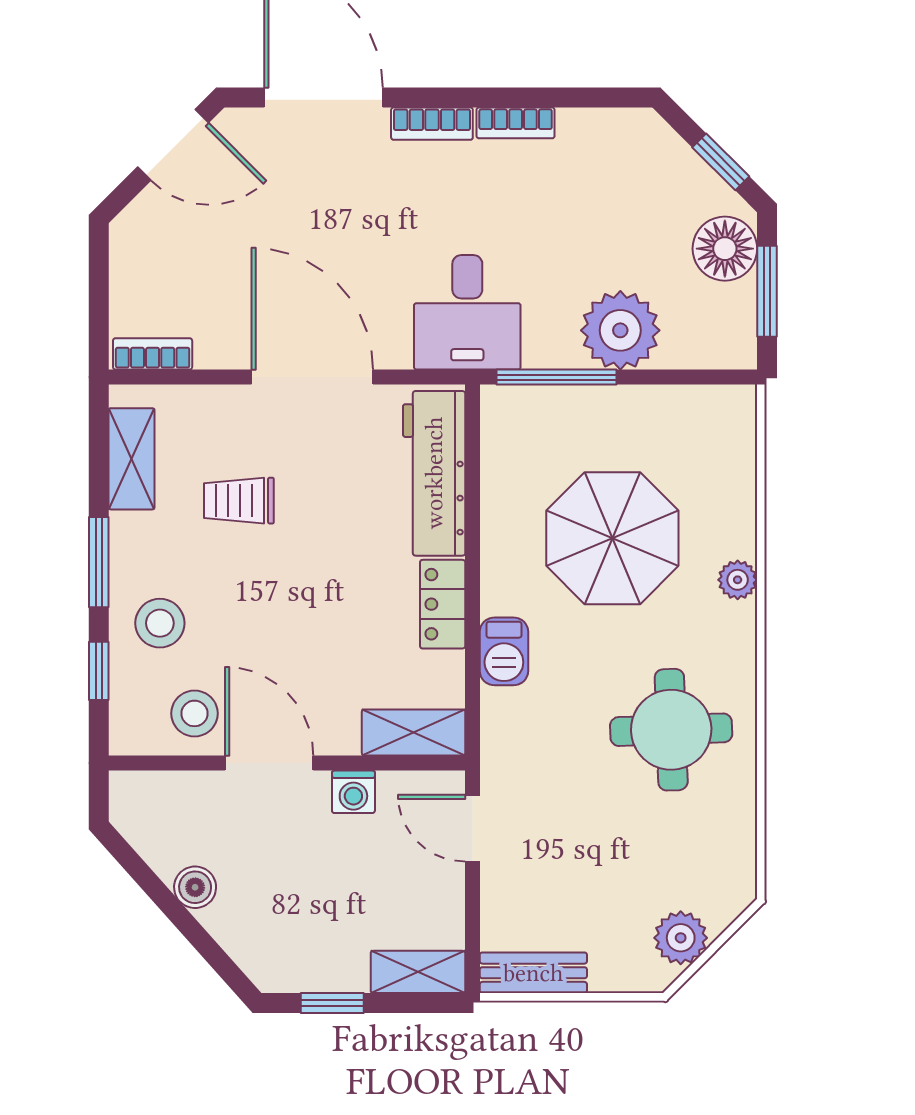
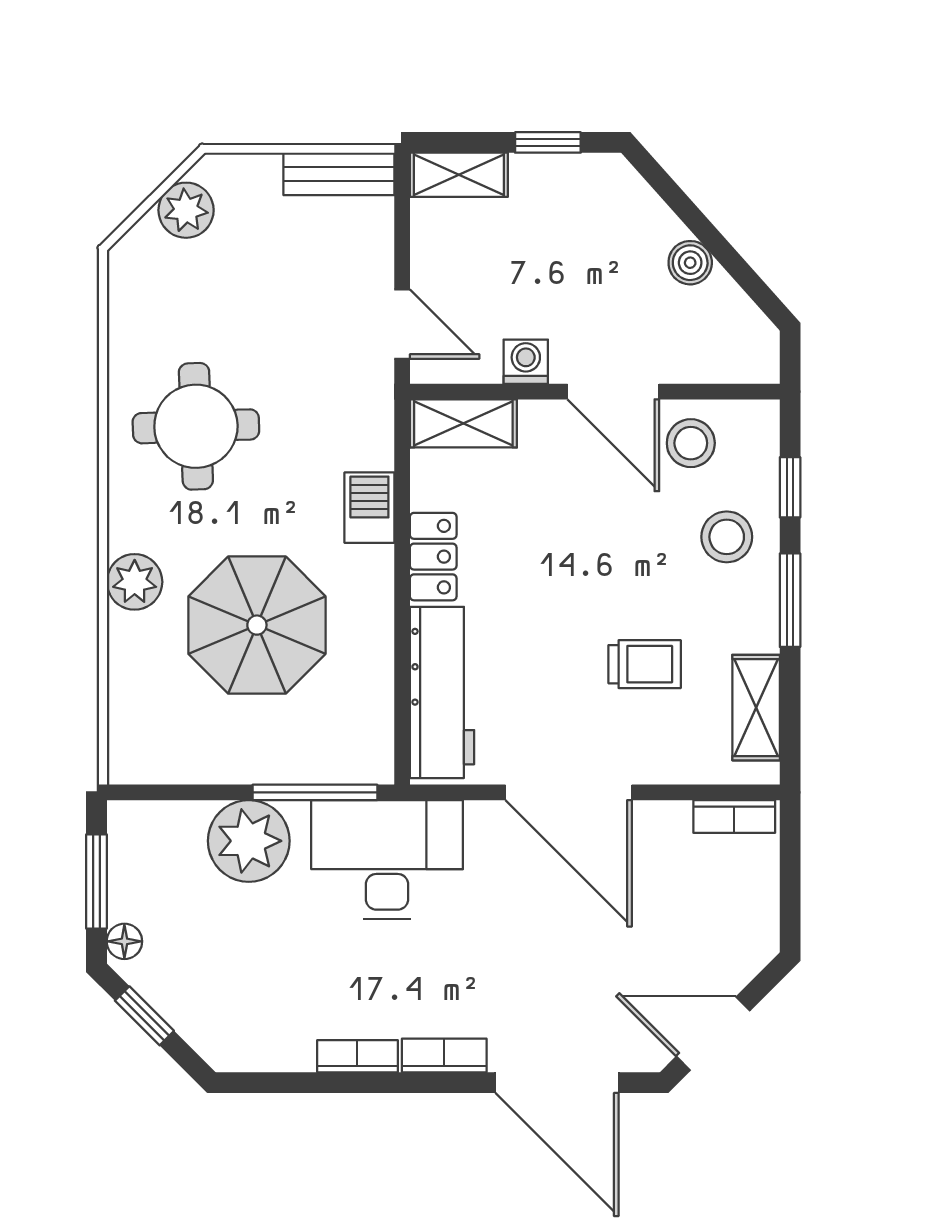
floor lamp: (725, 249) -> (124, 941), width x0.53, depth x0.53
desk: (467, 312) -> (387, 860), width x1.37
plant: (738, 580) -> (135, 582), width x1.38, depth x1.38

